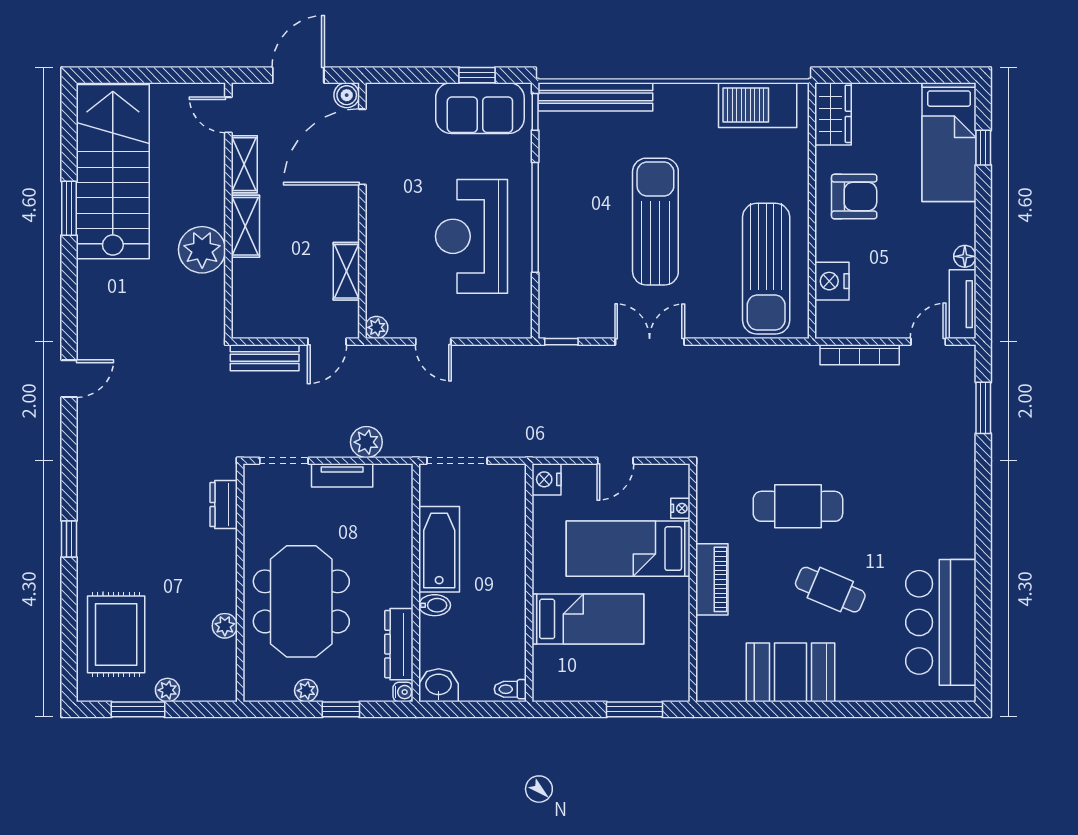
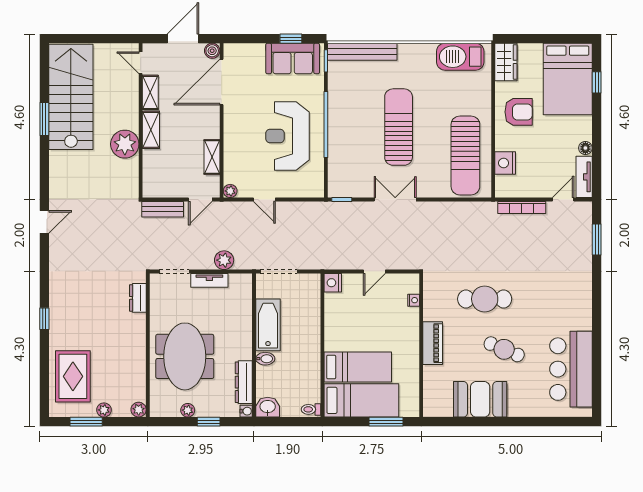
bed: (949, 142) -> (568, 79), width x1.50
bed: (628, 549) -> (361, 400), moved, turned 180
plant: (225, 626) -> (139, 410), moved

